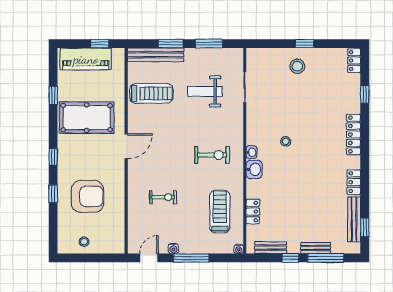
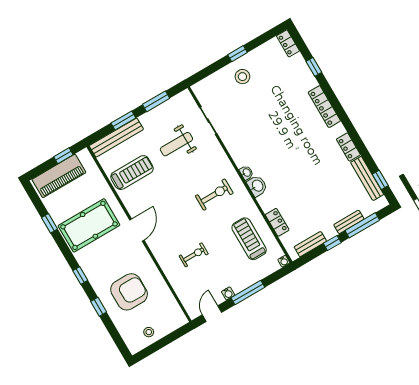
stool: (286, 141) -> (270, 146), removed

